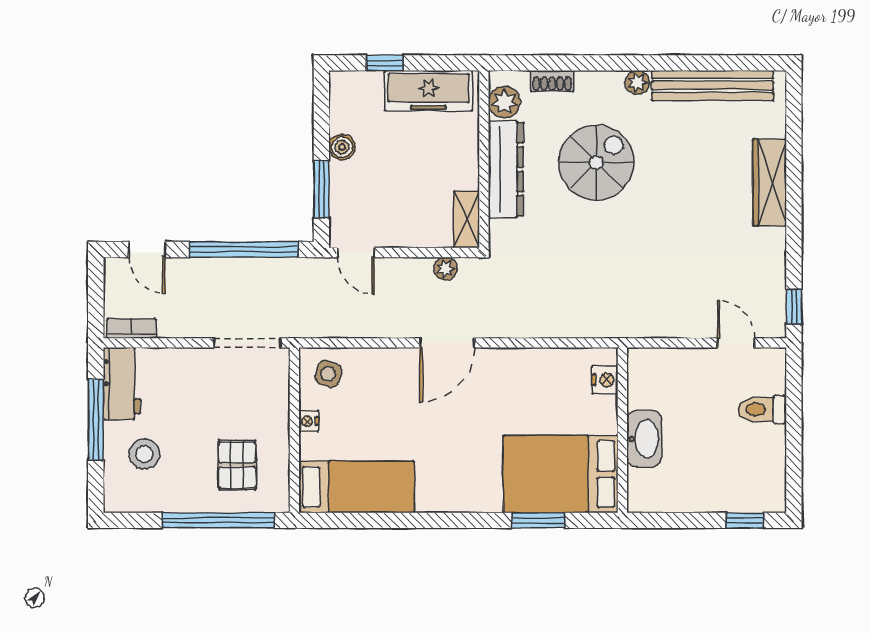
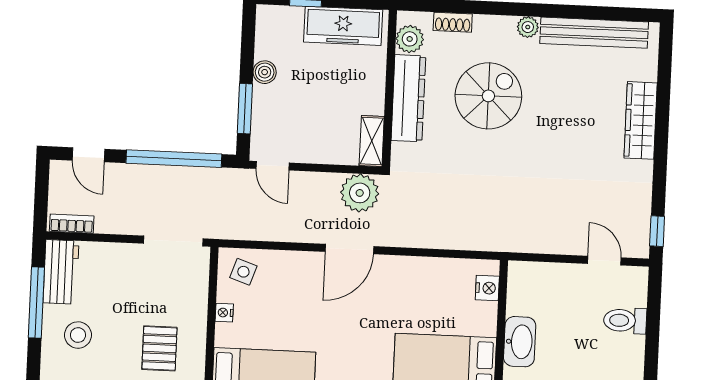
plant: (446, 269) -> (360, 193), width x1.87, depth x1.87

